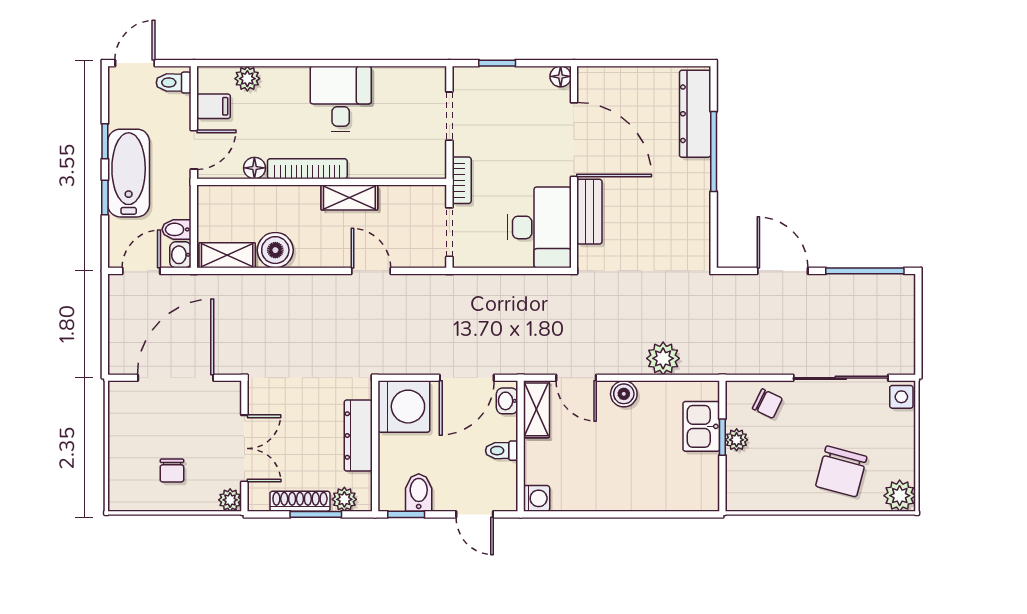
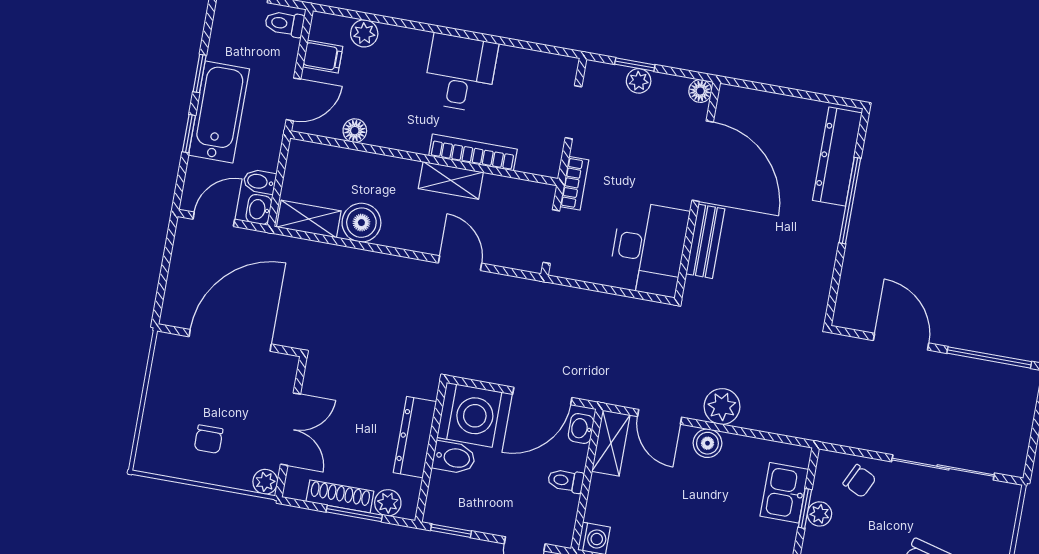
plant: (503, 77) -> (639, 81), added
bookcase: (307, 169) -> (473, 152), moved
plant: (663, 358) -> (722, 407), moved
side table: (901, 397) -> (1004, 499), removed
bidet: (419, 493) -> (454, 458), moved, turned 90

